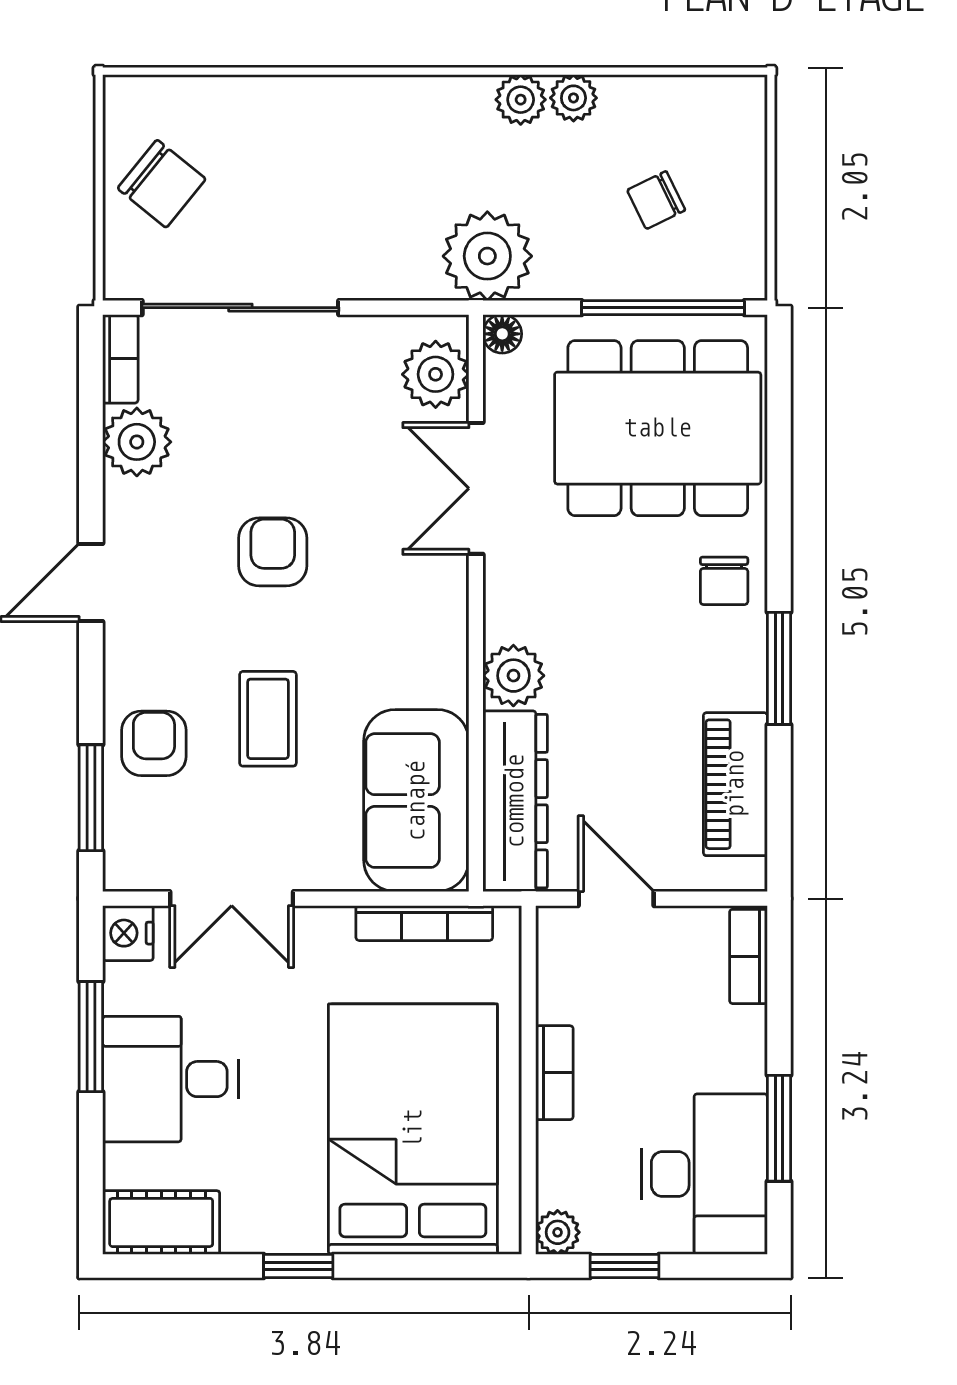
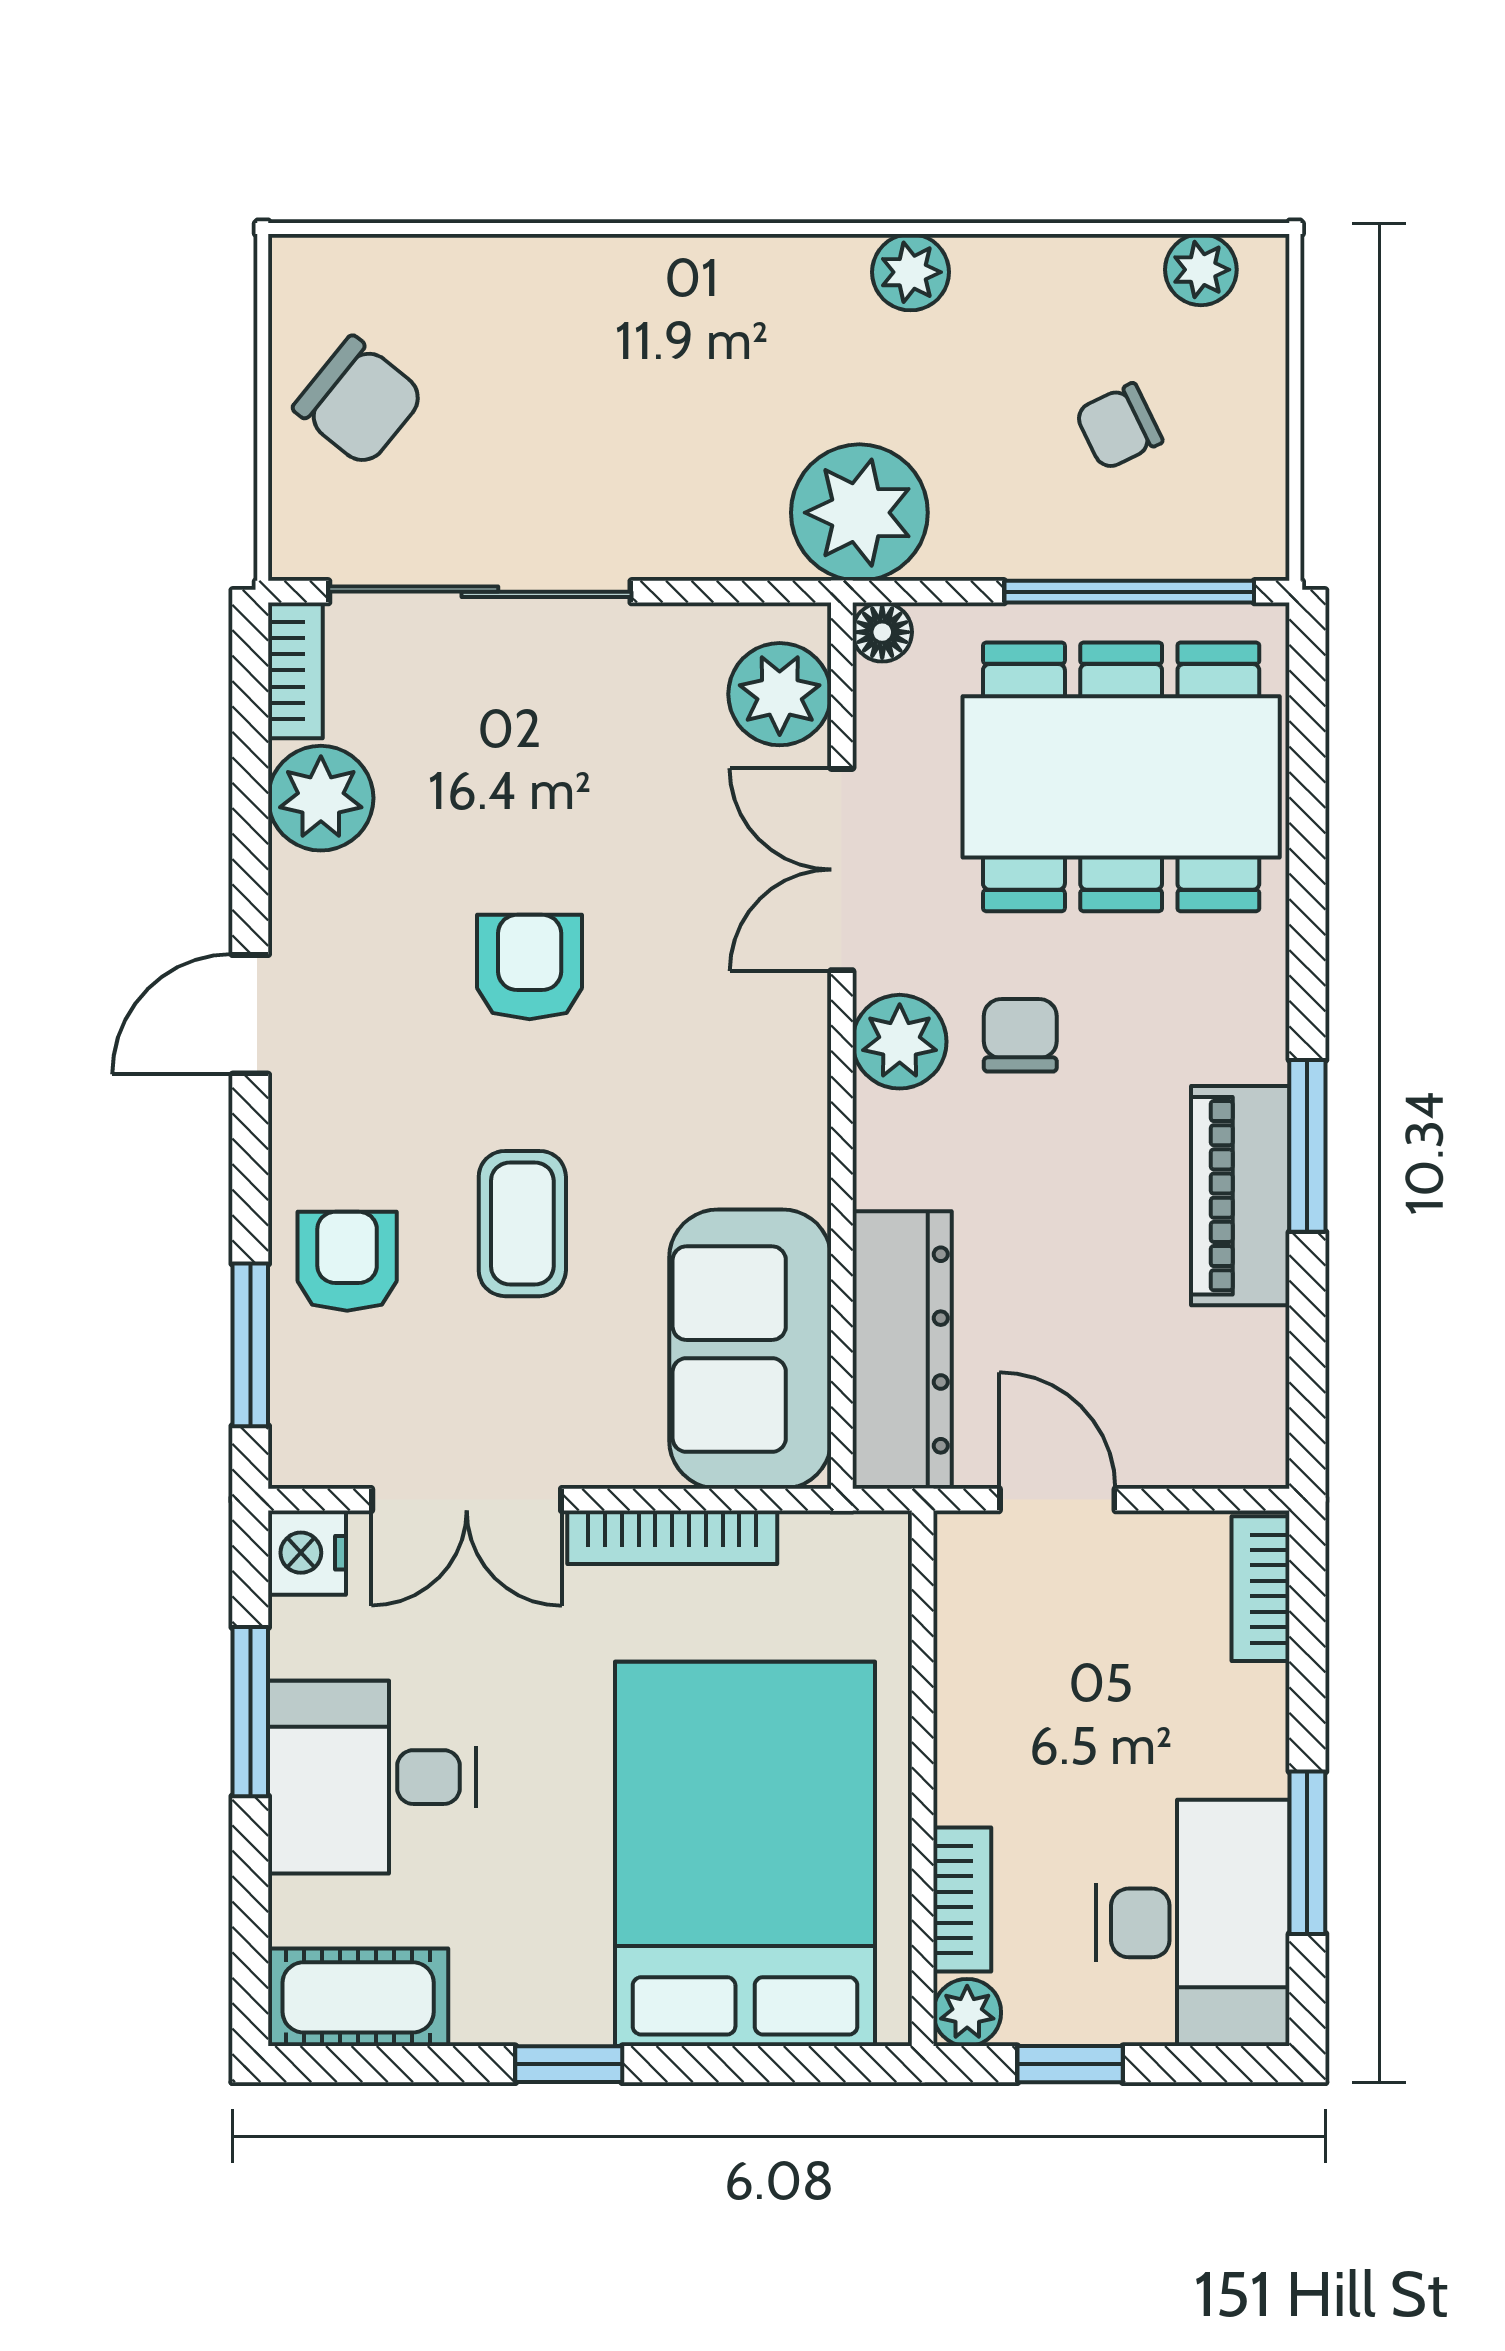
plant: (573, 98) -> (1201, 270), moved
chair: (724, 581) -> (1020, 1035), moved, turned 180
plant: (513, 676) -> (900, 1042), moved
piano: (735, 784) -> (1240, 1196), moved
bookcase: (424, 923) -> (672, 1537), moved
bookcase: (554, 1073) -> (962, 1899), moved

